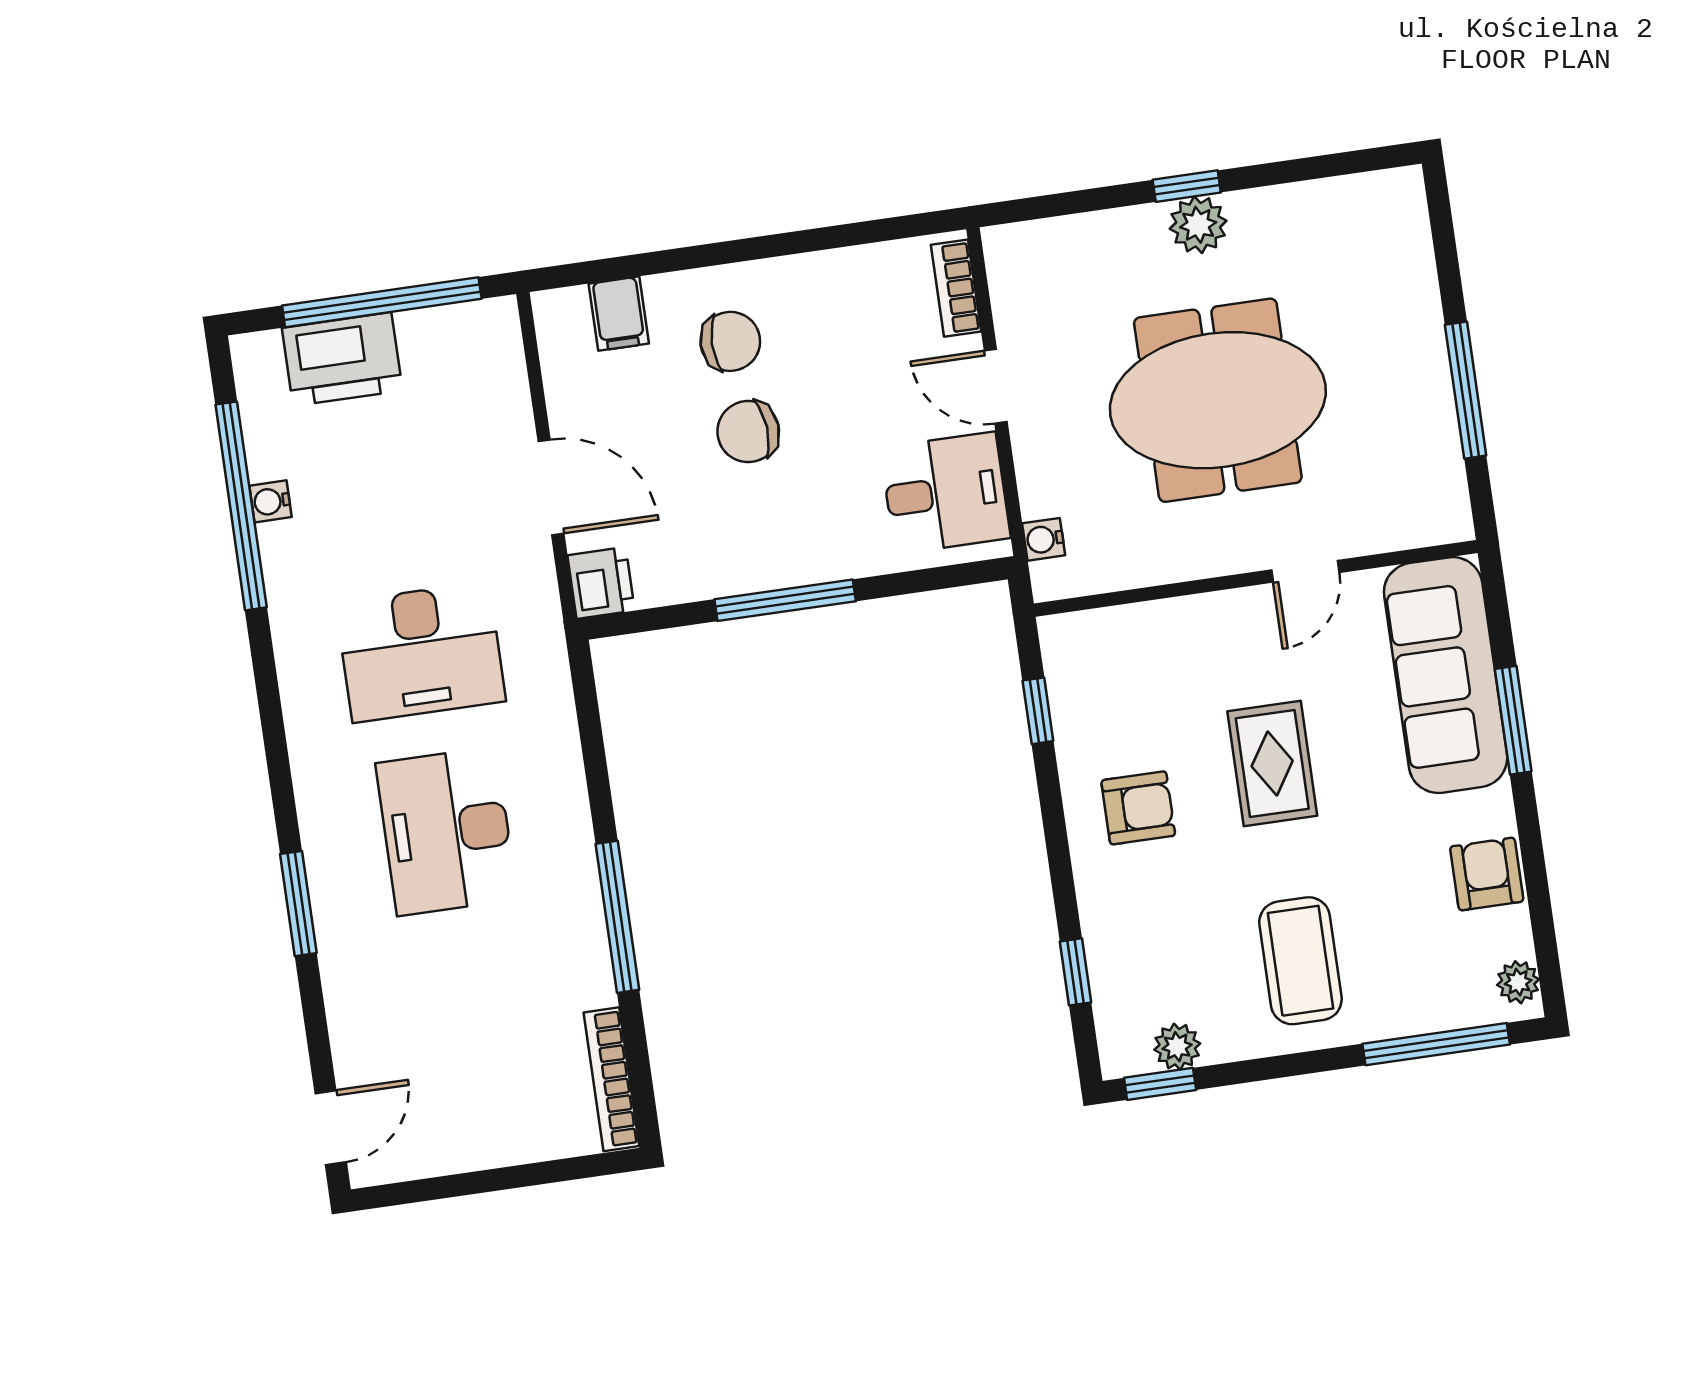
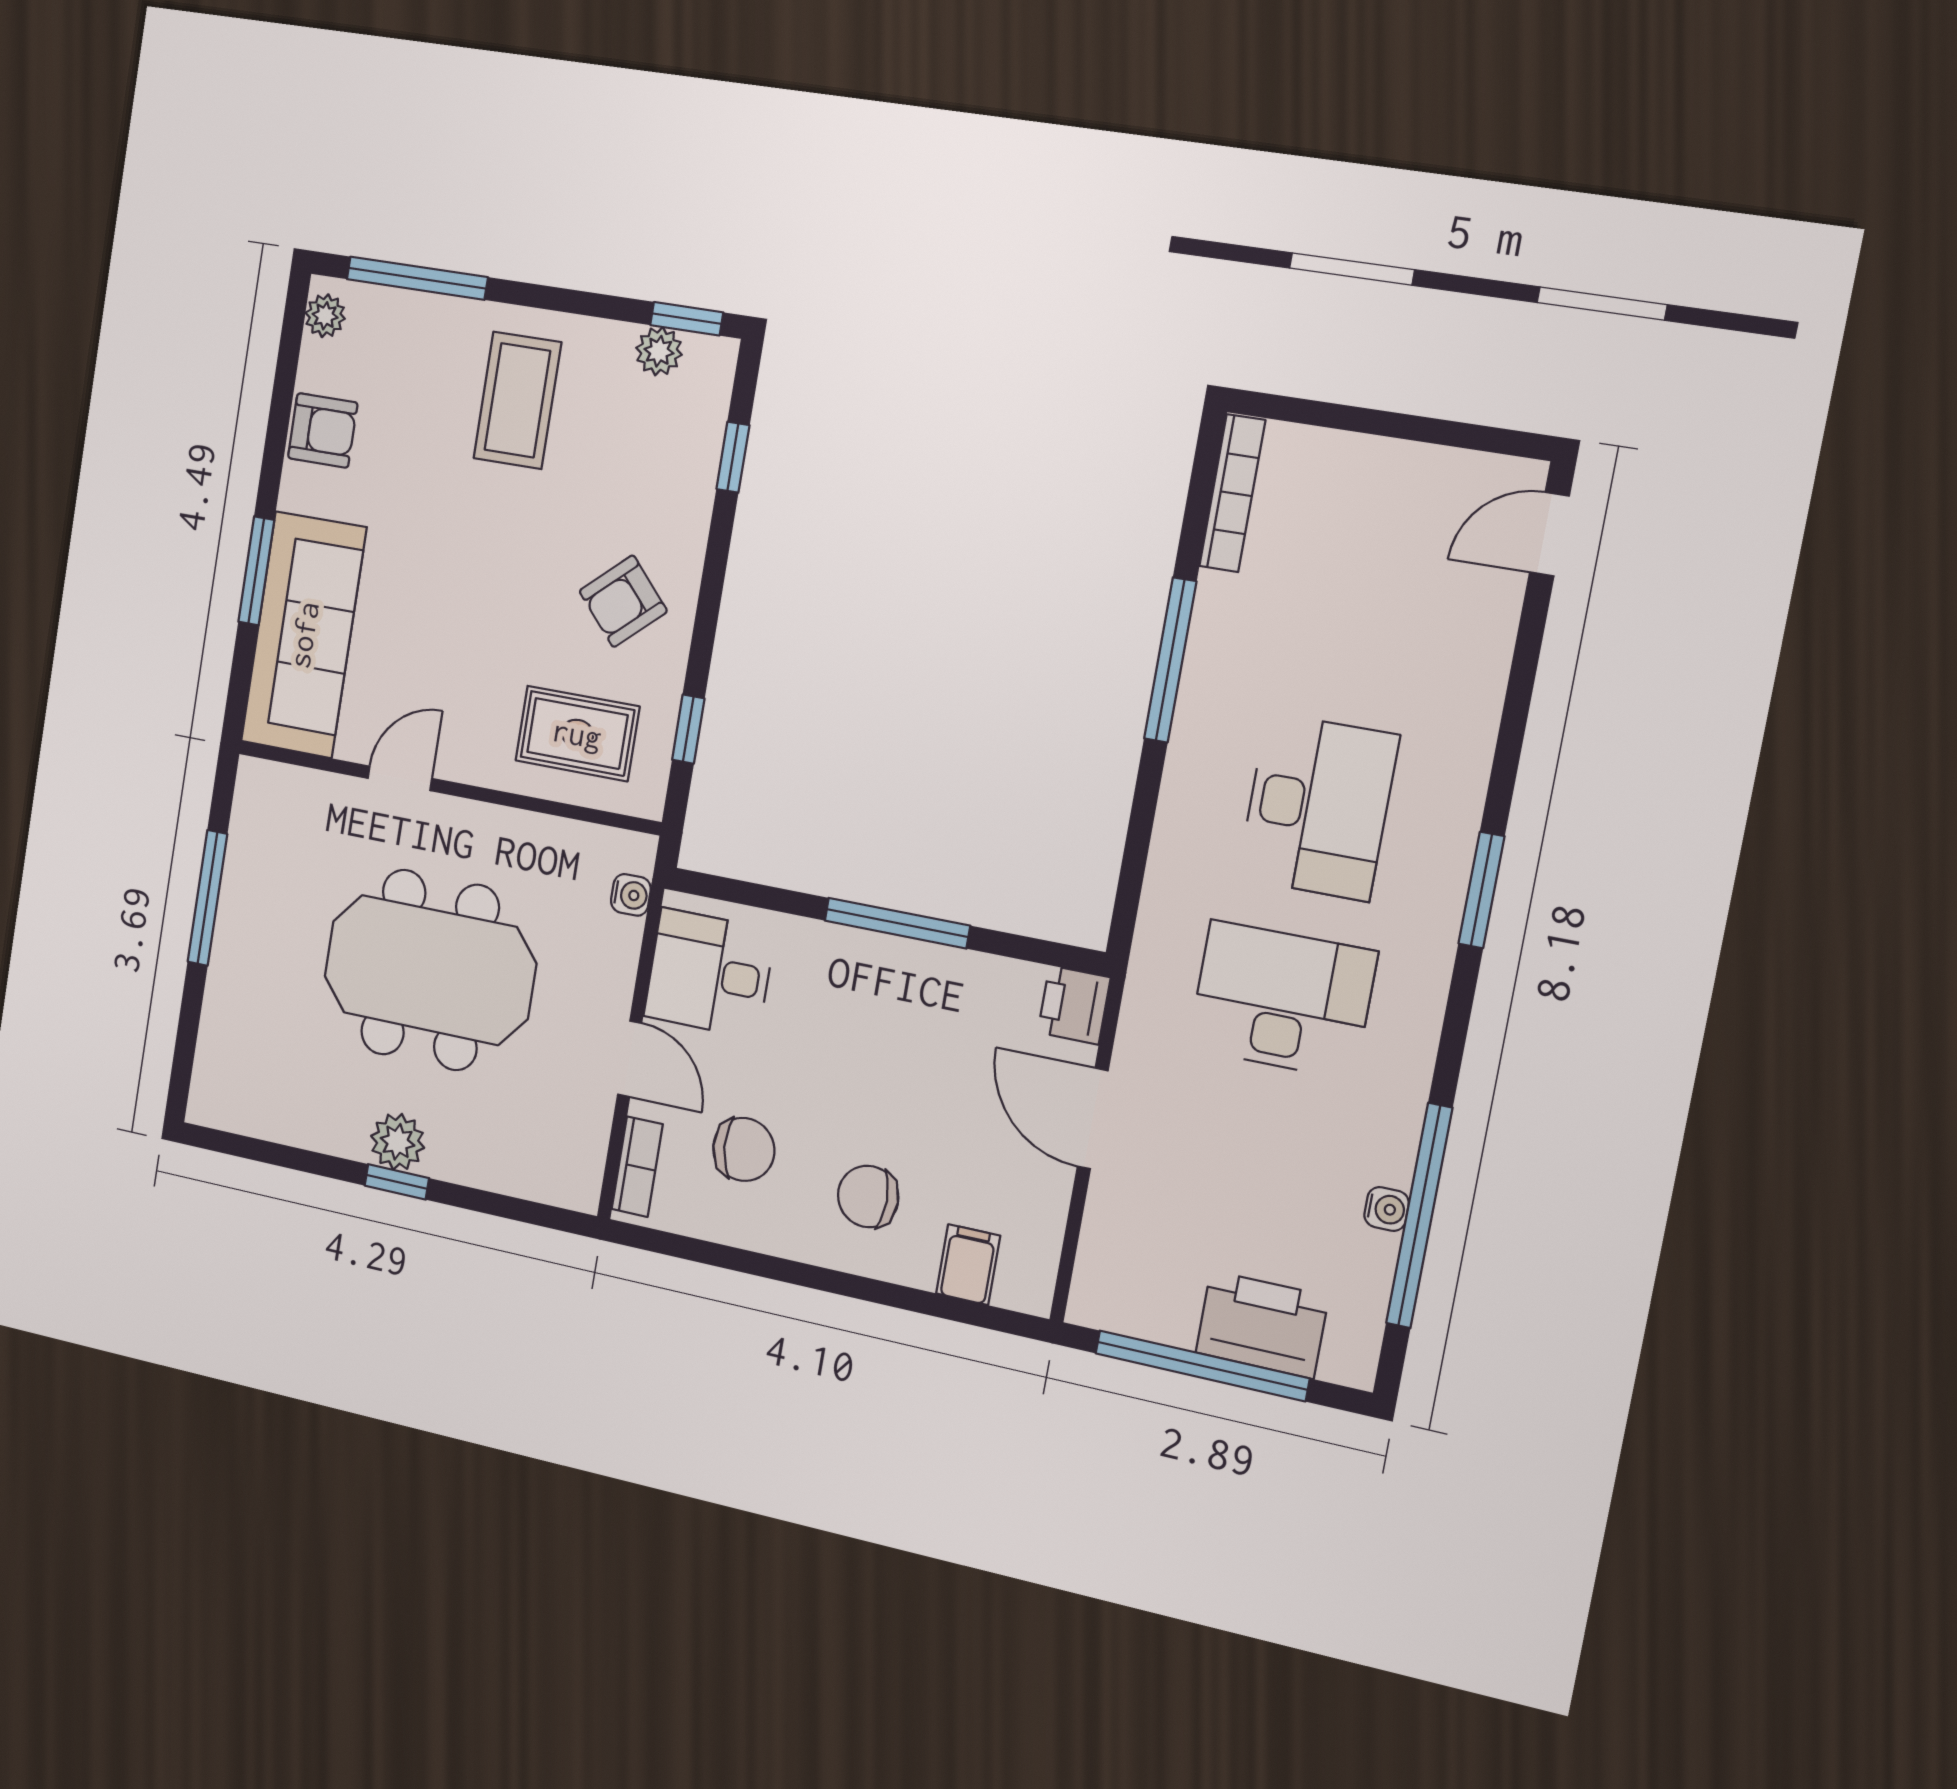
chair: (748, 432) -> (744, 1149), moved
rug: (1272, 763) -> (577, 734), moved, turned 90
armchair: (1138, 808) -> (623, 601), turned -42
armchair: (1487, 874) -> (323, 430), turned -90
window: (298, 904) -> (1481, 890), moved

